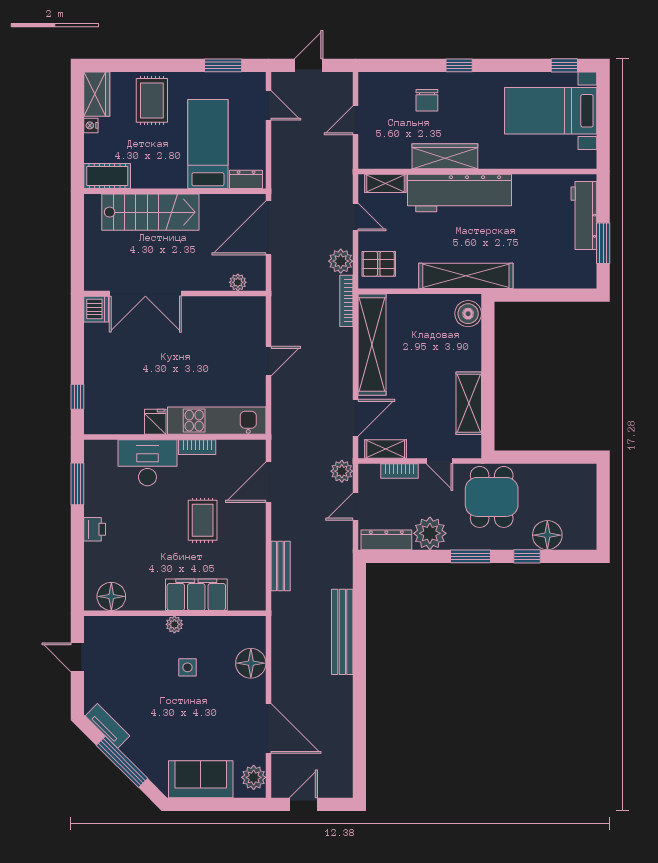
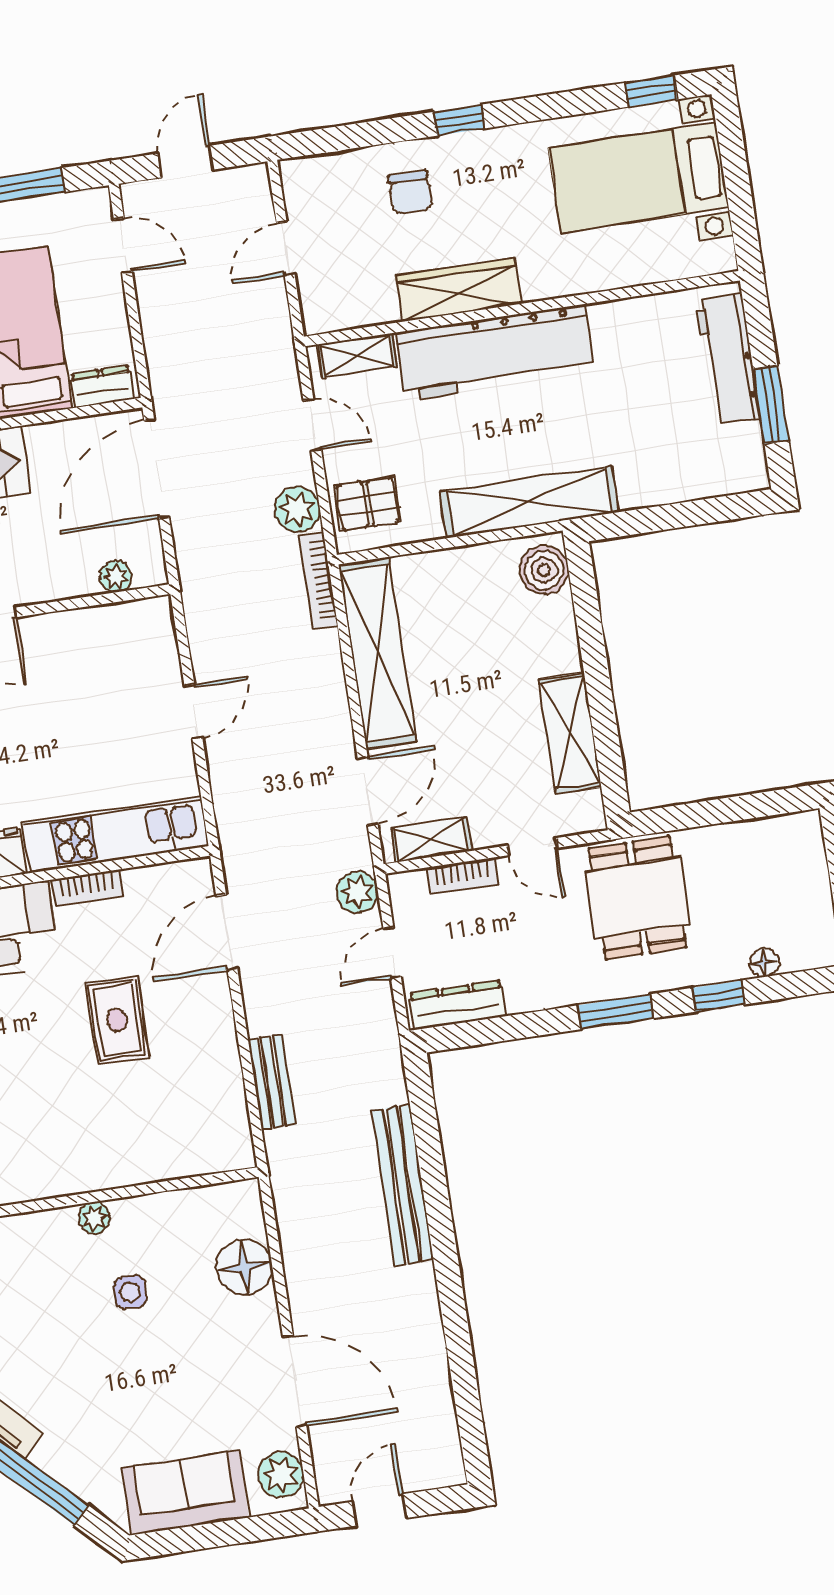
plant: (430, 533) -> (535, 981), removed
floor lamp: (547, 535) -> (764, 963), width x0.53, depth x0.53
filing cabinet: (196, 595) -> (126, 1157), removed

